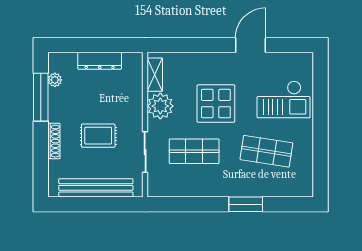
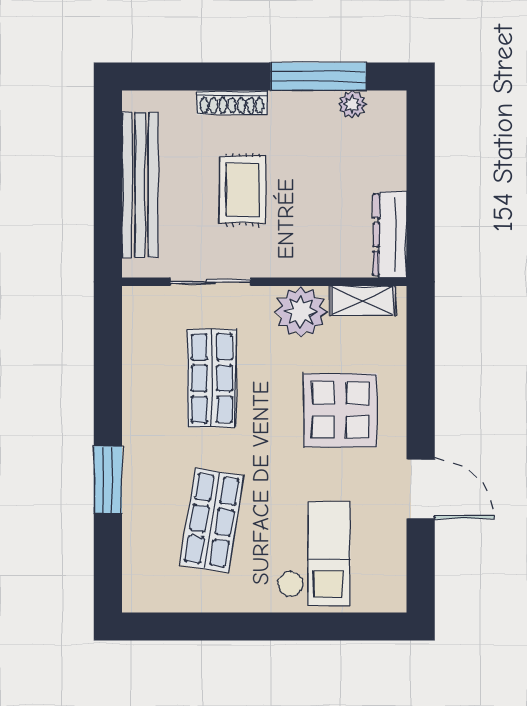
dresser: (100, 61) -> (390, 235), moved
checkout: (284, 99) -> (314, 554), turned 180
display table: (216, 104) -> (340, 410), moved

